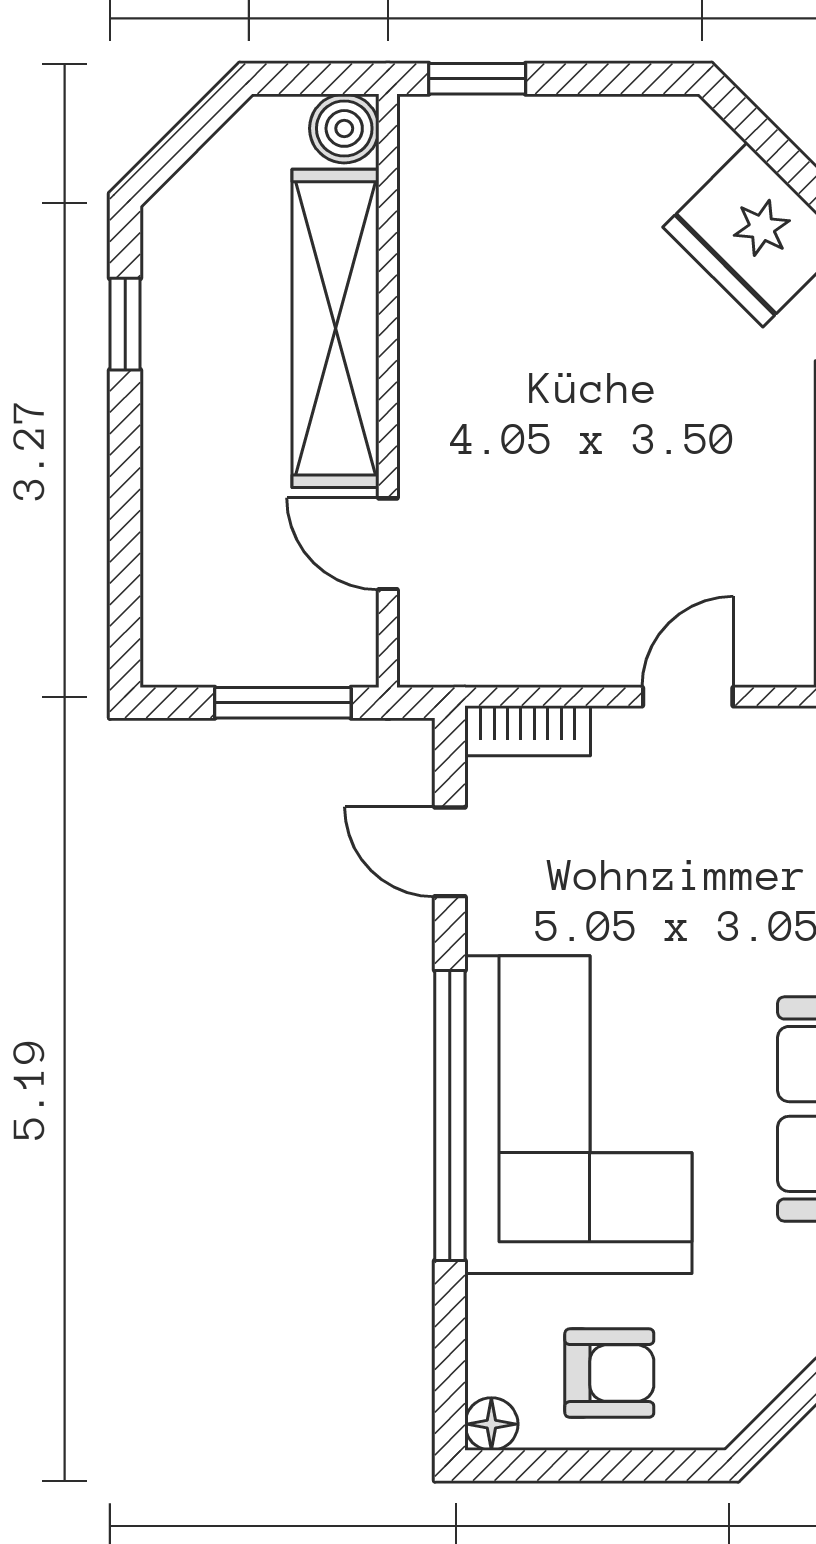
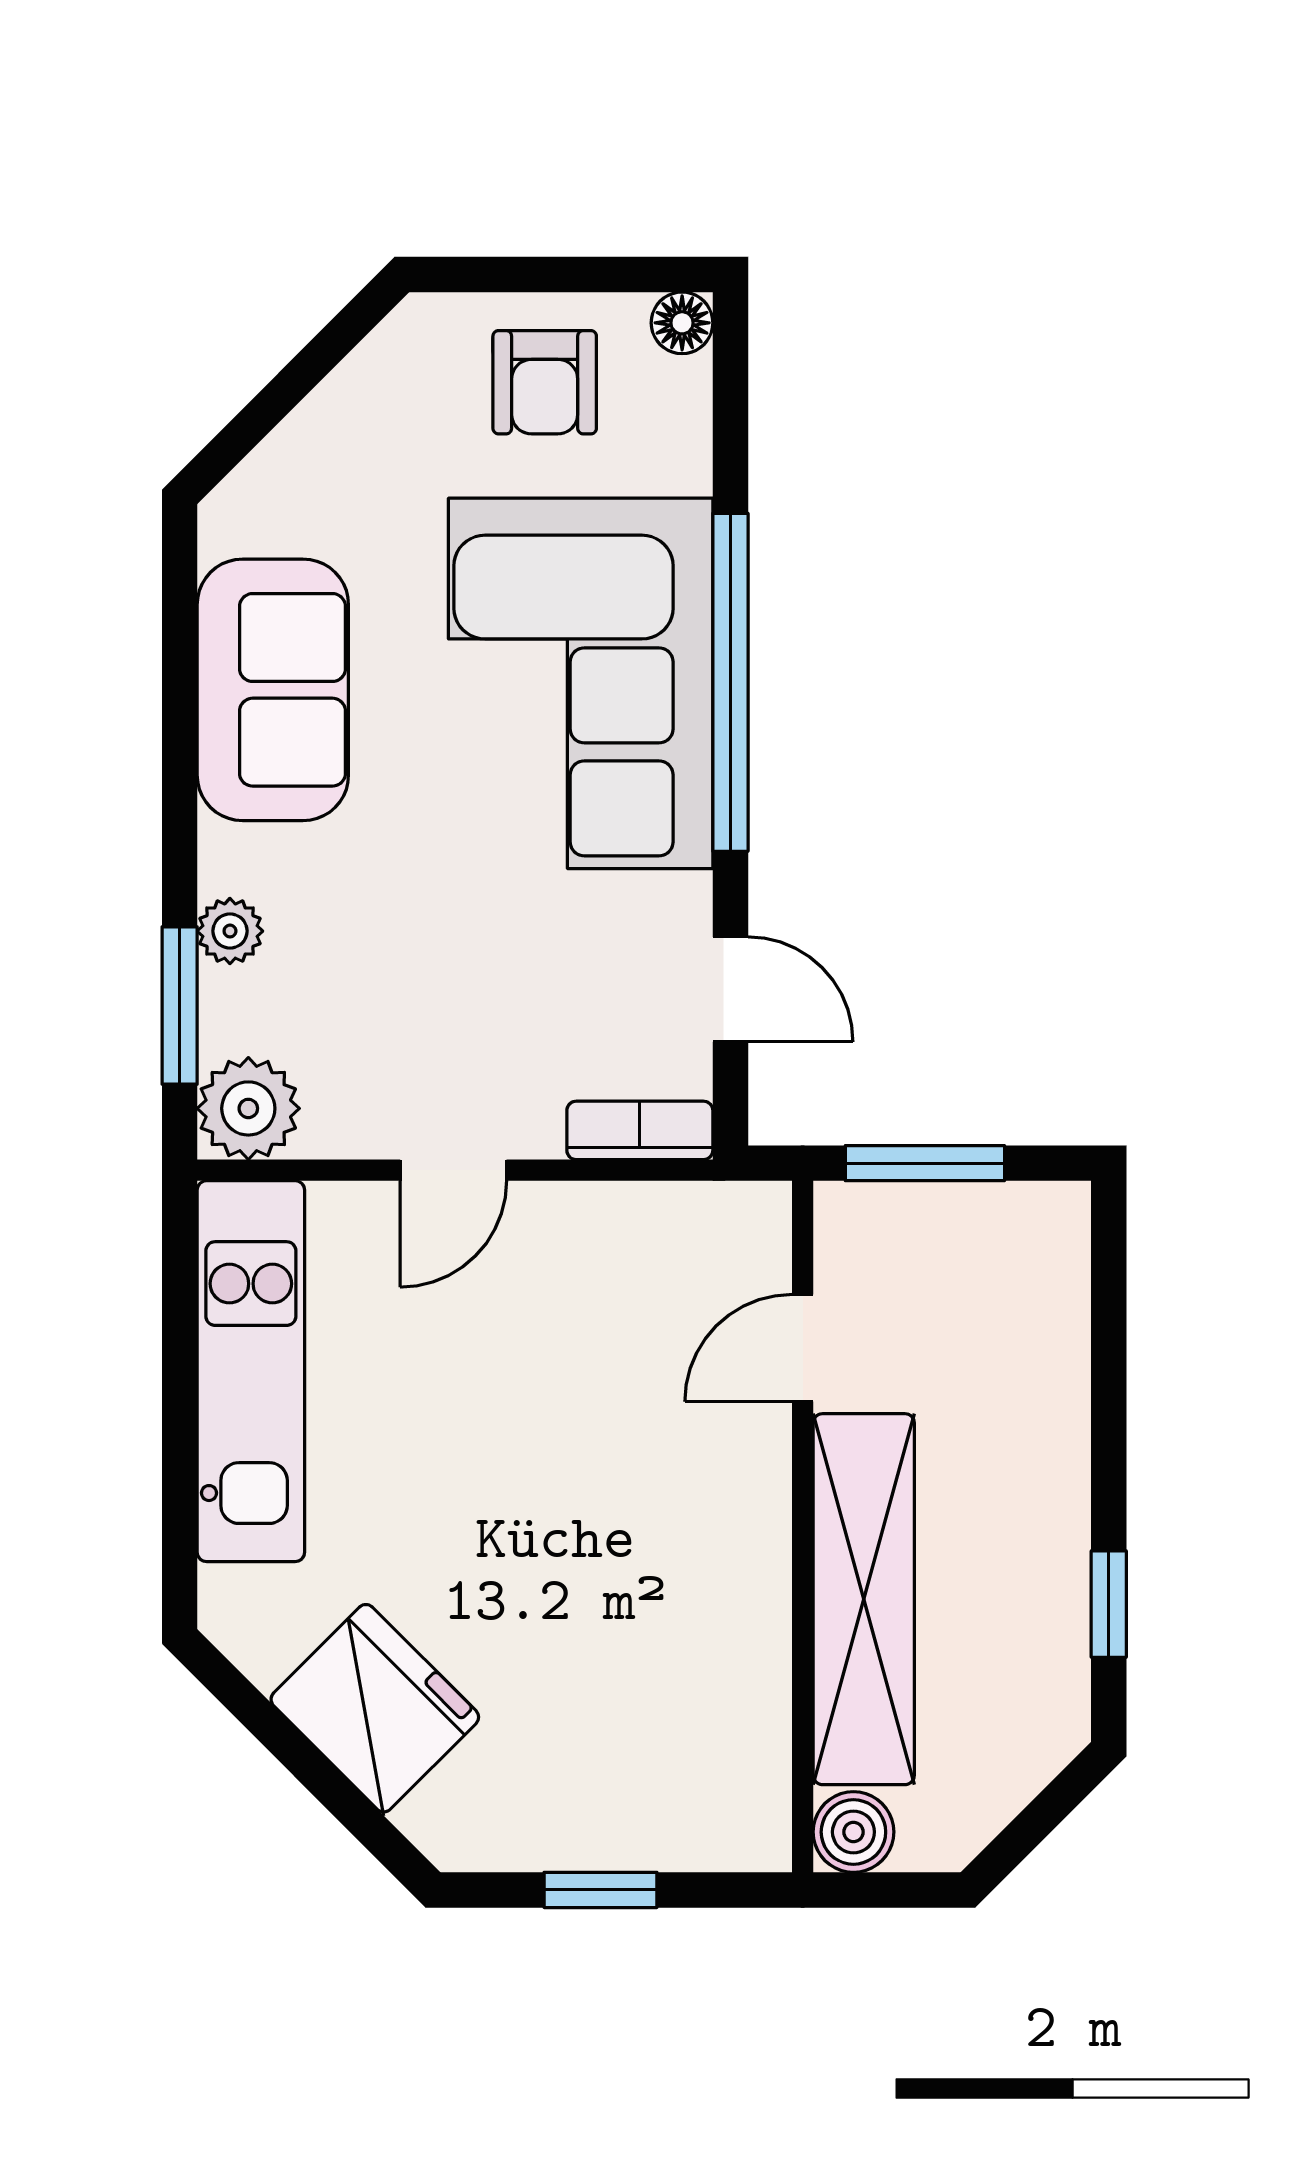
window: (477, 79) -> (600, 1890), moved
door: (388, 544) -> (803, 1348), swing flipped
armchair: (609, 1373) -> (545, 382), turned -90

